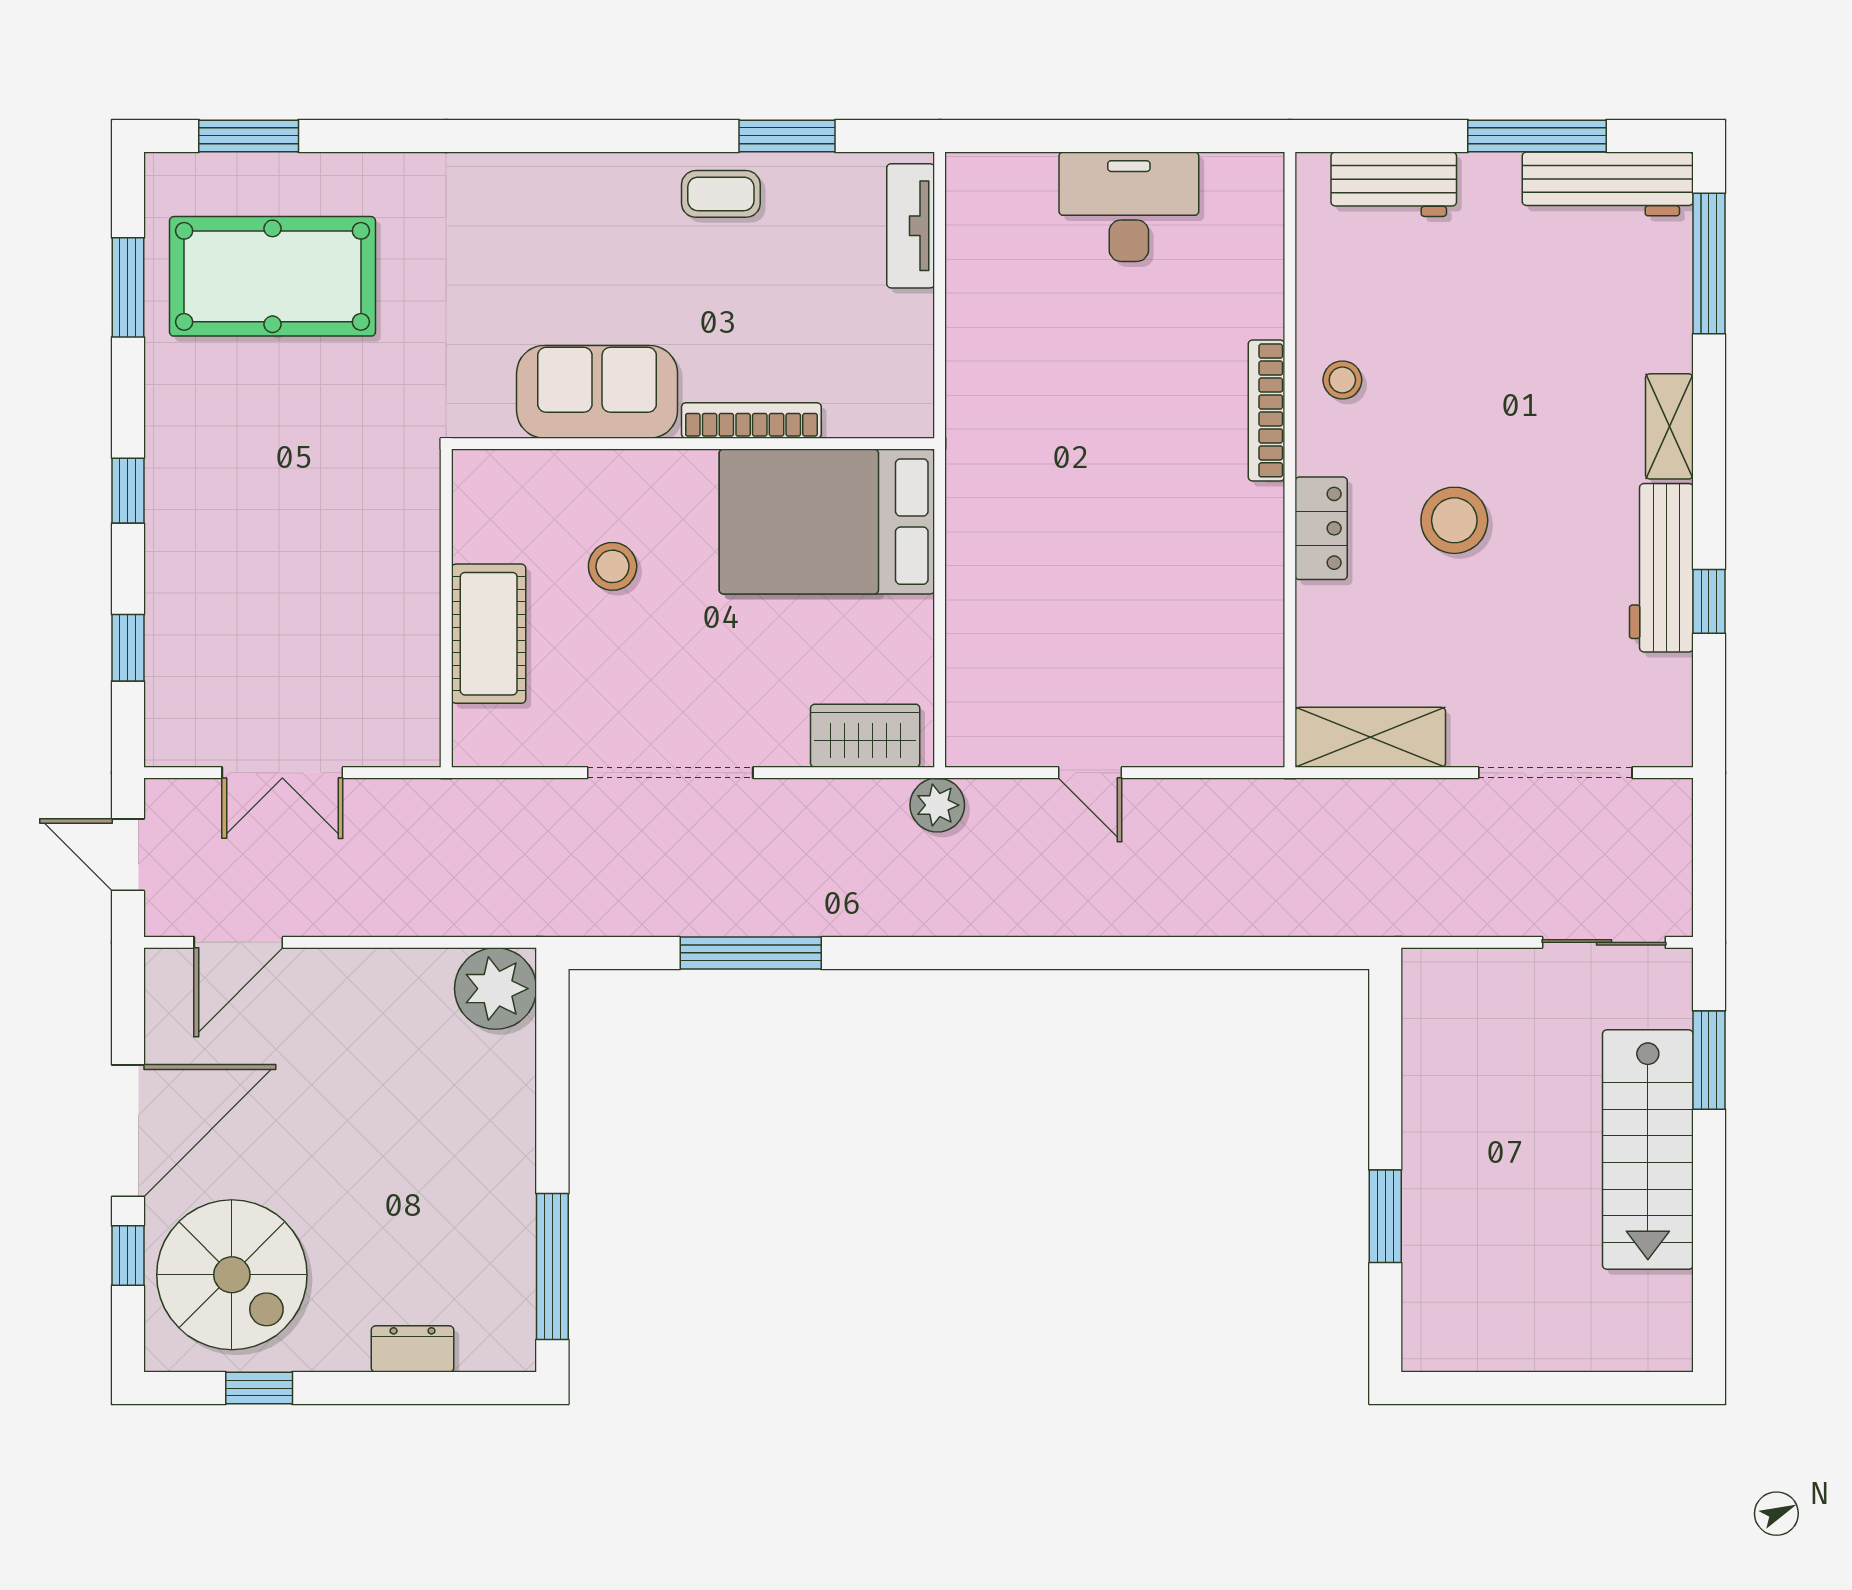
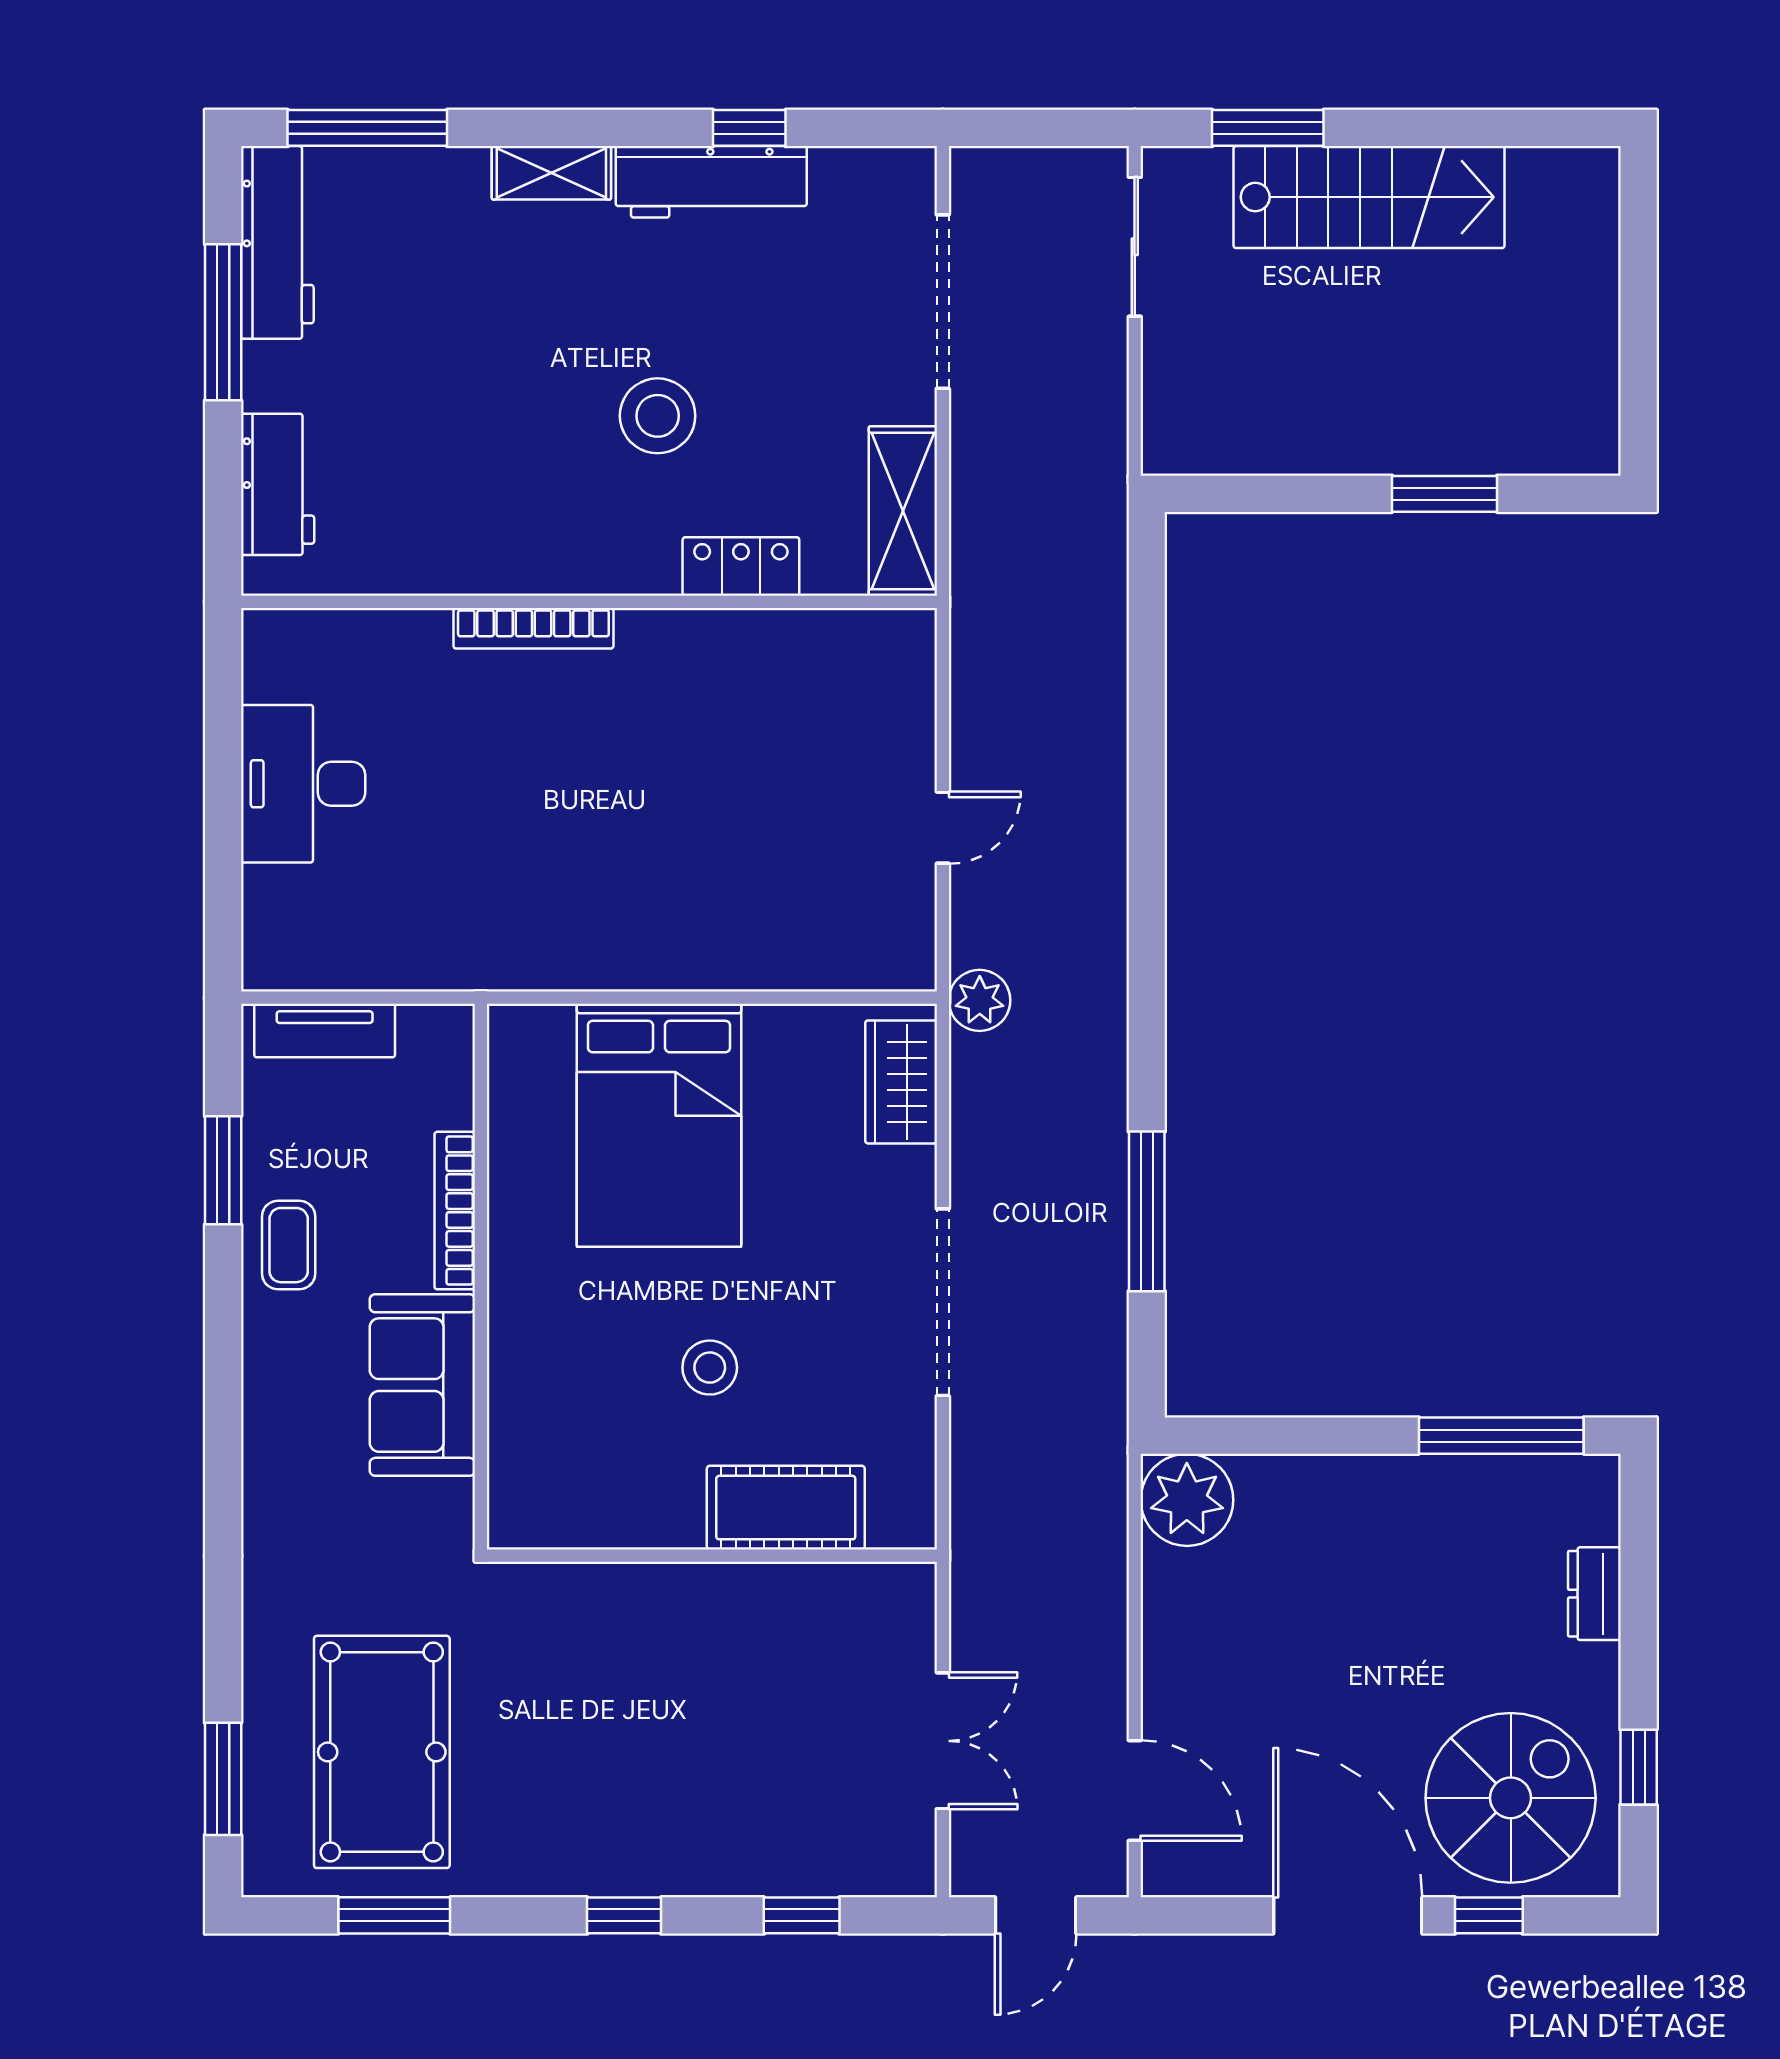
stool: (1342, 380) -> (499, 542), removed
sofa: (597, 392) -> (422, 1385), moved
bookcase: (751, 420) -> (455, 1211), moved
wall: (693, 444) -> (481, 1277), moved
locker: (1321, 528) -> (741, 566), moved

